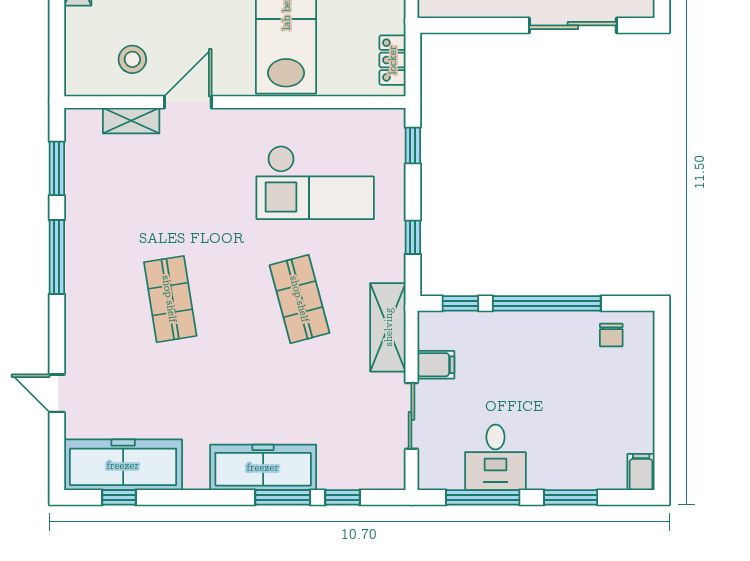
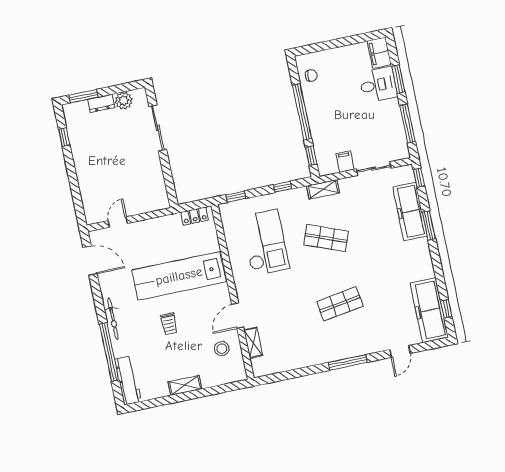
door: (188, 102) -> (238, 316), hinge flipped
window: (57, 168) -> (285, 375), removed
window: (57, 257) -> (348, 362), moved
shop shelf: (300, 299) -> (326, 238), turned 36
shelving: (388, 327) -> (323, 189), width x0.67, depth x0.75
desk: (495, 457) -> (378, 85), moved
freezer: (263, 467) -> (410, 212), moved
filing cabinet: (641, 472) -> (379, 53), width x2.00
window: (343, 497) -> (419, 178), moved

